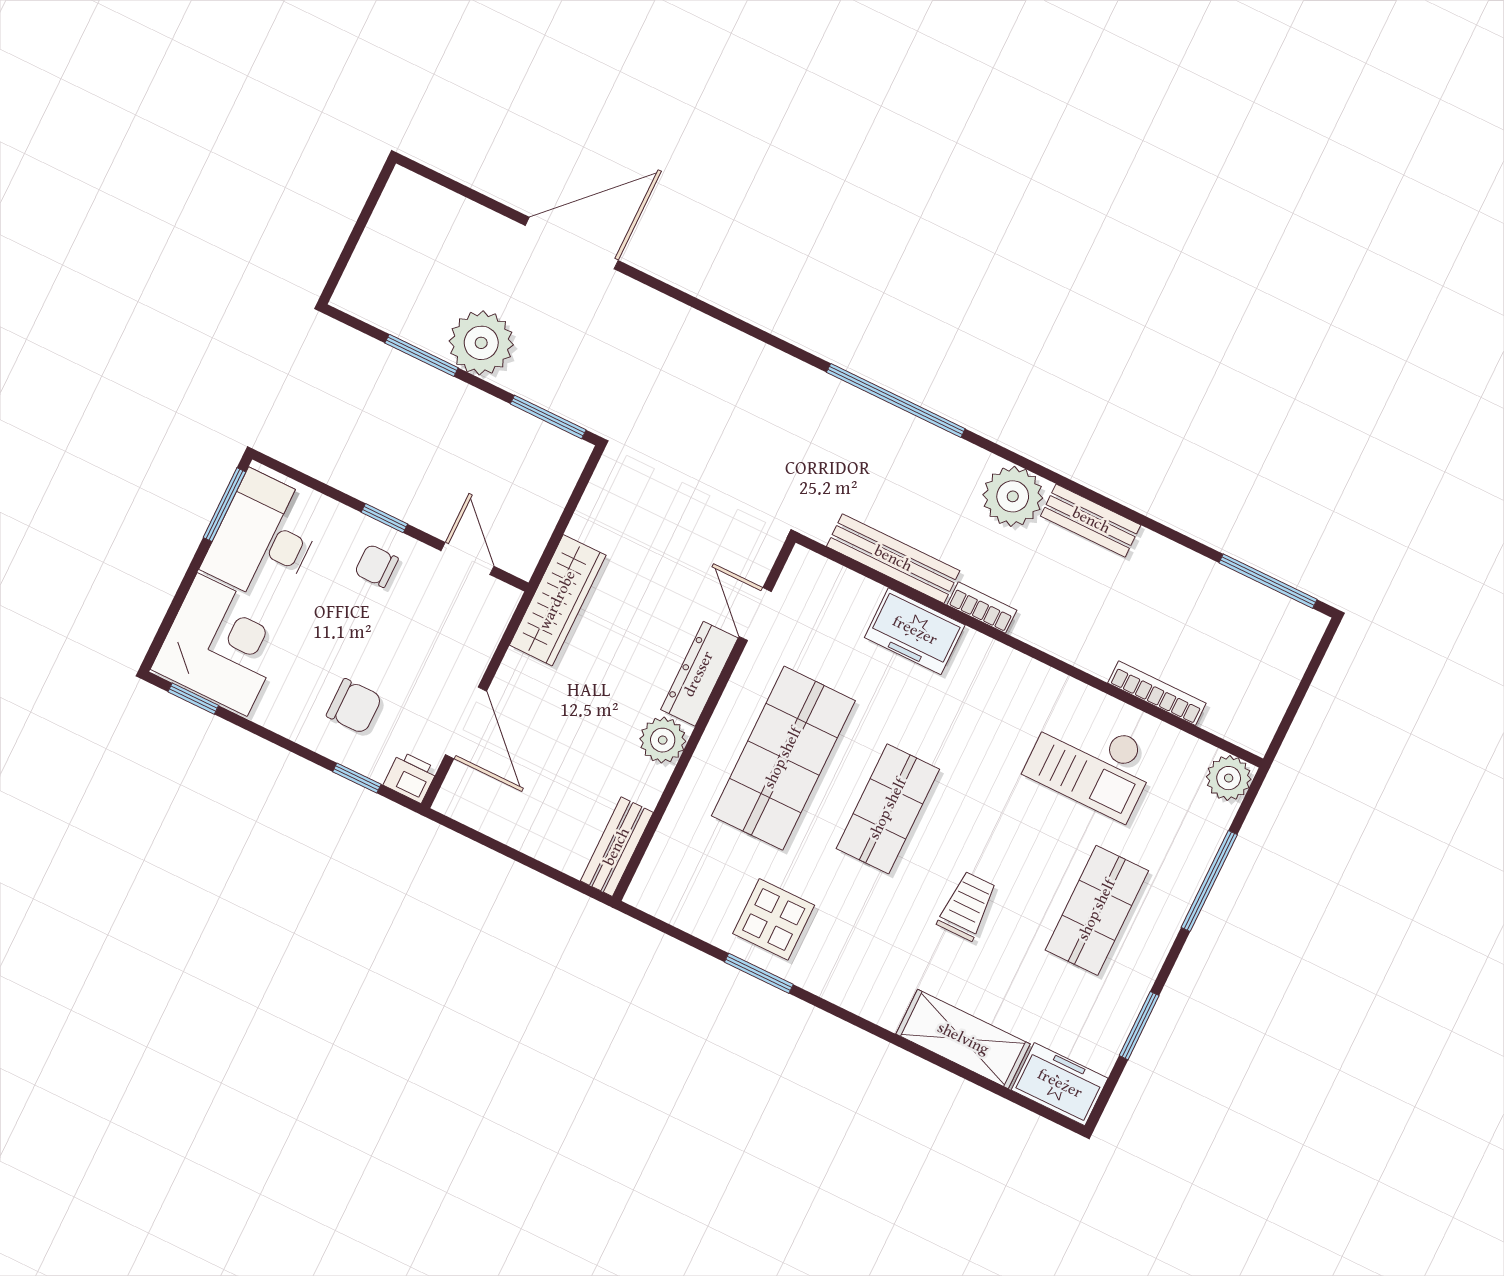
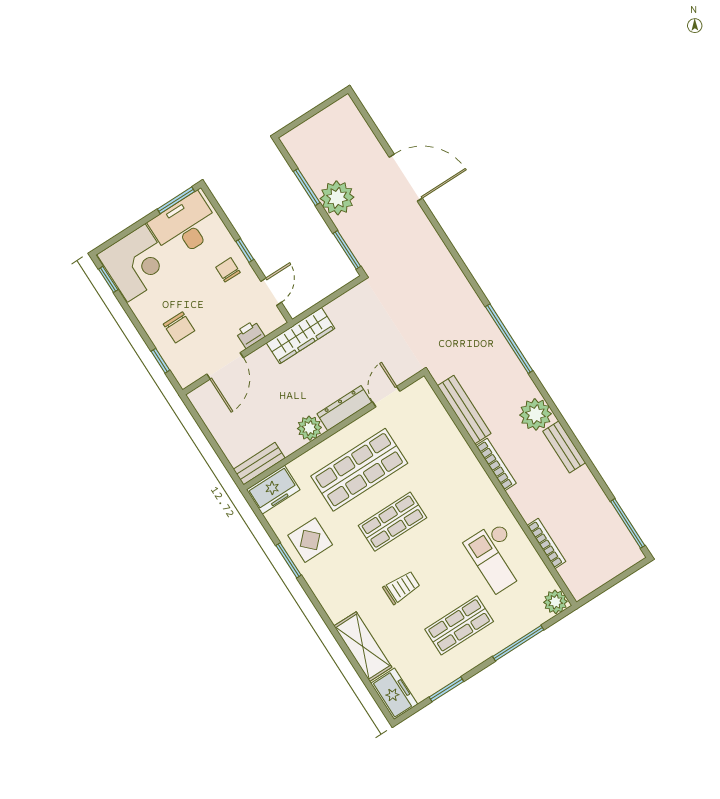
bookcase: (982, 608) -> (496, 464), width x1.56
freezer: (915, 631) -> (273, 490), moved, turned -90
printer: (411, 777) -> (250, 334), moved, turned -90

